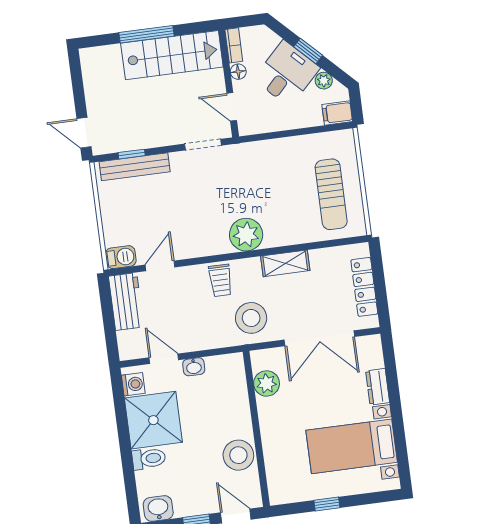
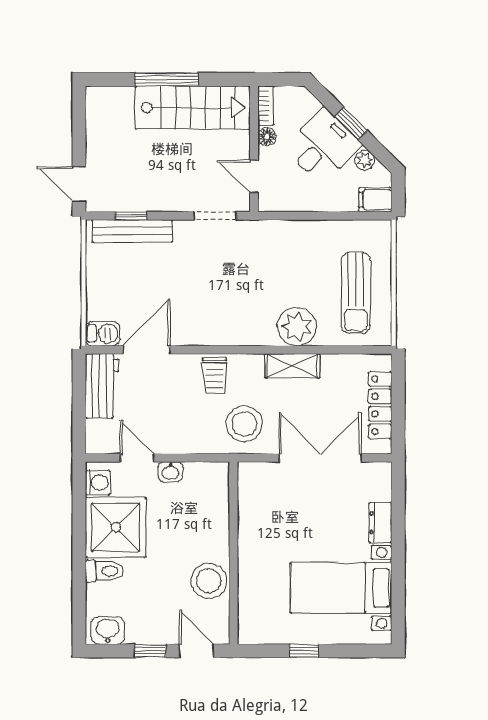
plant: (246, 235) -> (297, 327), moved
door: (160, 266) -> (147, 350), width x1.37
double door: (319, 338) -> (320, 458), swing flipped
plant: (267, 383) -> (252, 502), removed

